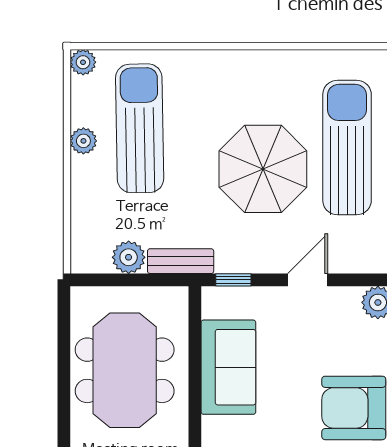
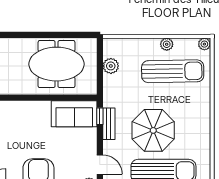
bench: (181, 261) -> (109, 124), moved
door: (308, 280) -> (100, 164), moved
sofa: (228, 367) -> (74, 114), moved

